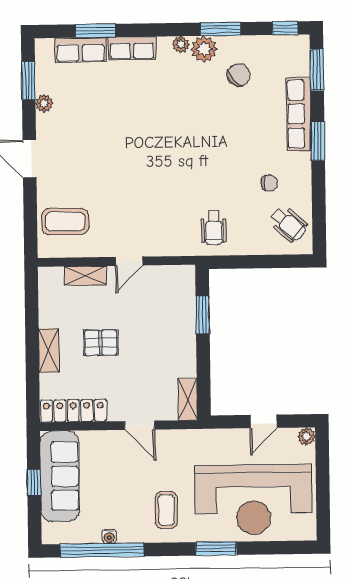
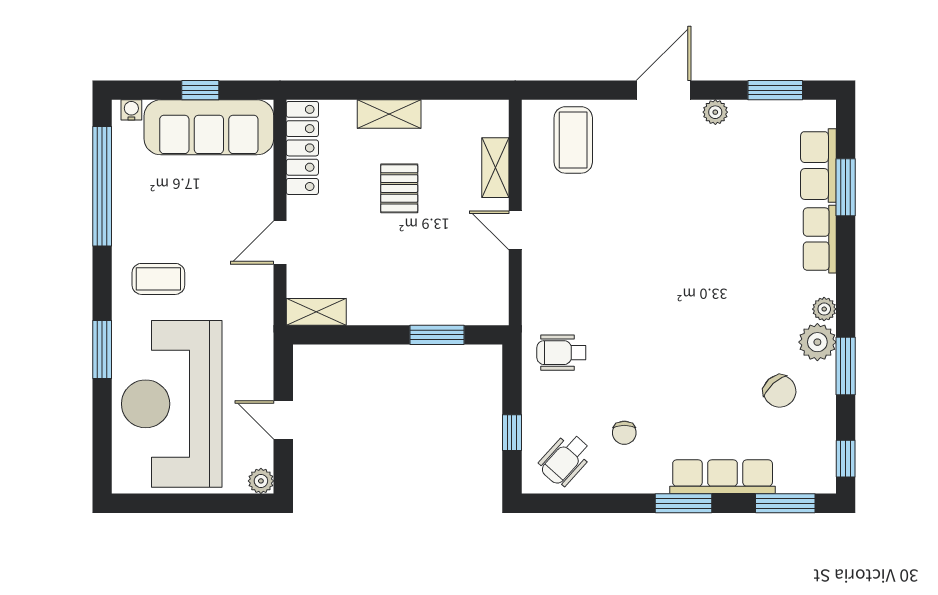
plant: (44, 103) -> (715, 112), moved
window: (270, 261) -> (512, 433), added
water cooler: (109, 536) -> (131, 110), moved, turned 90

